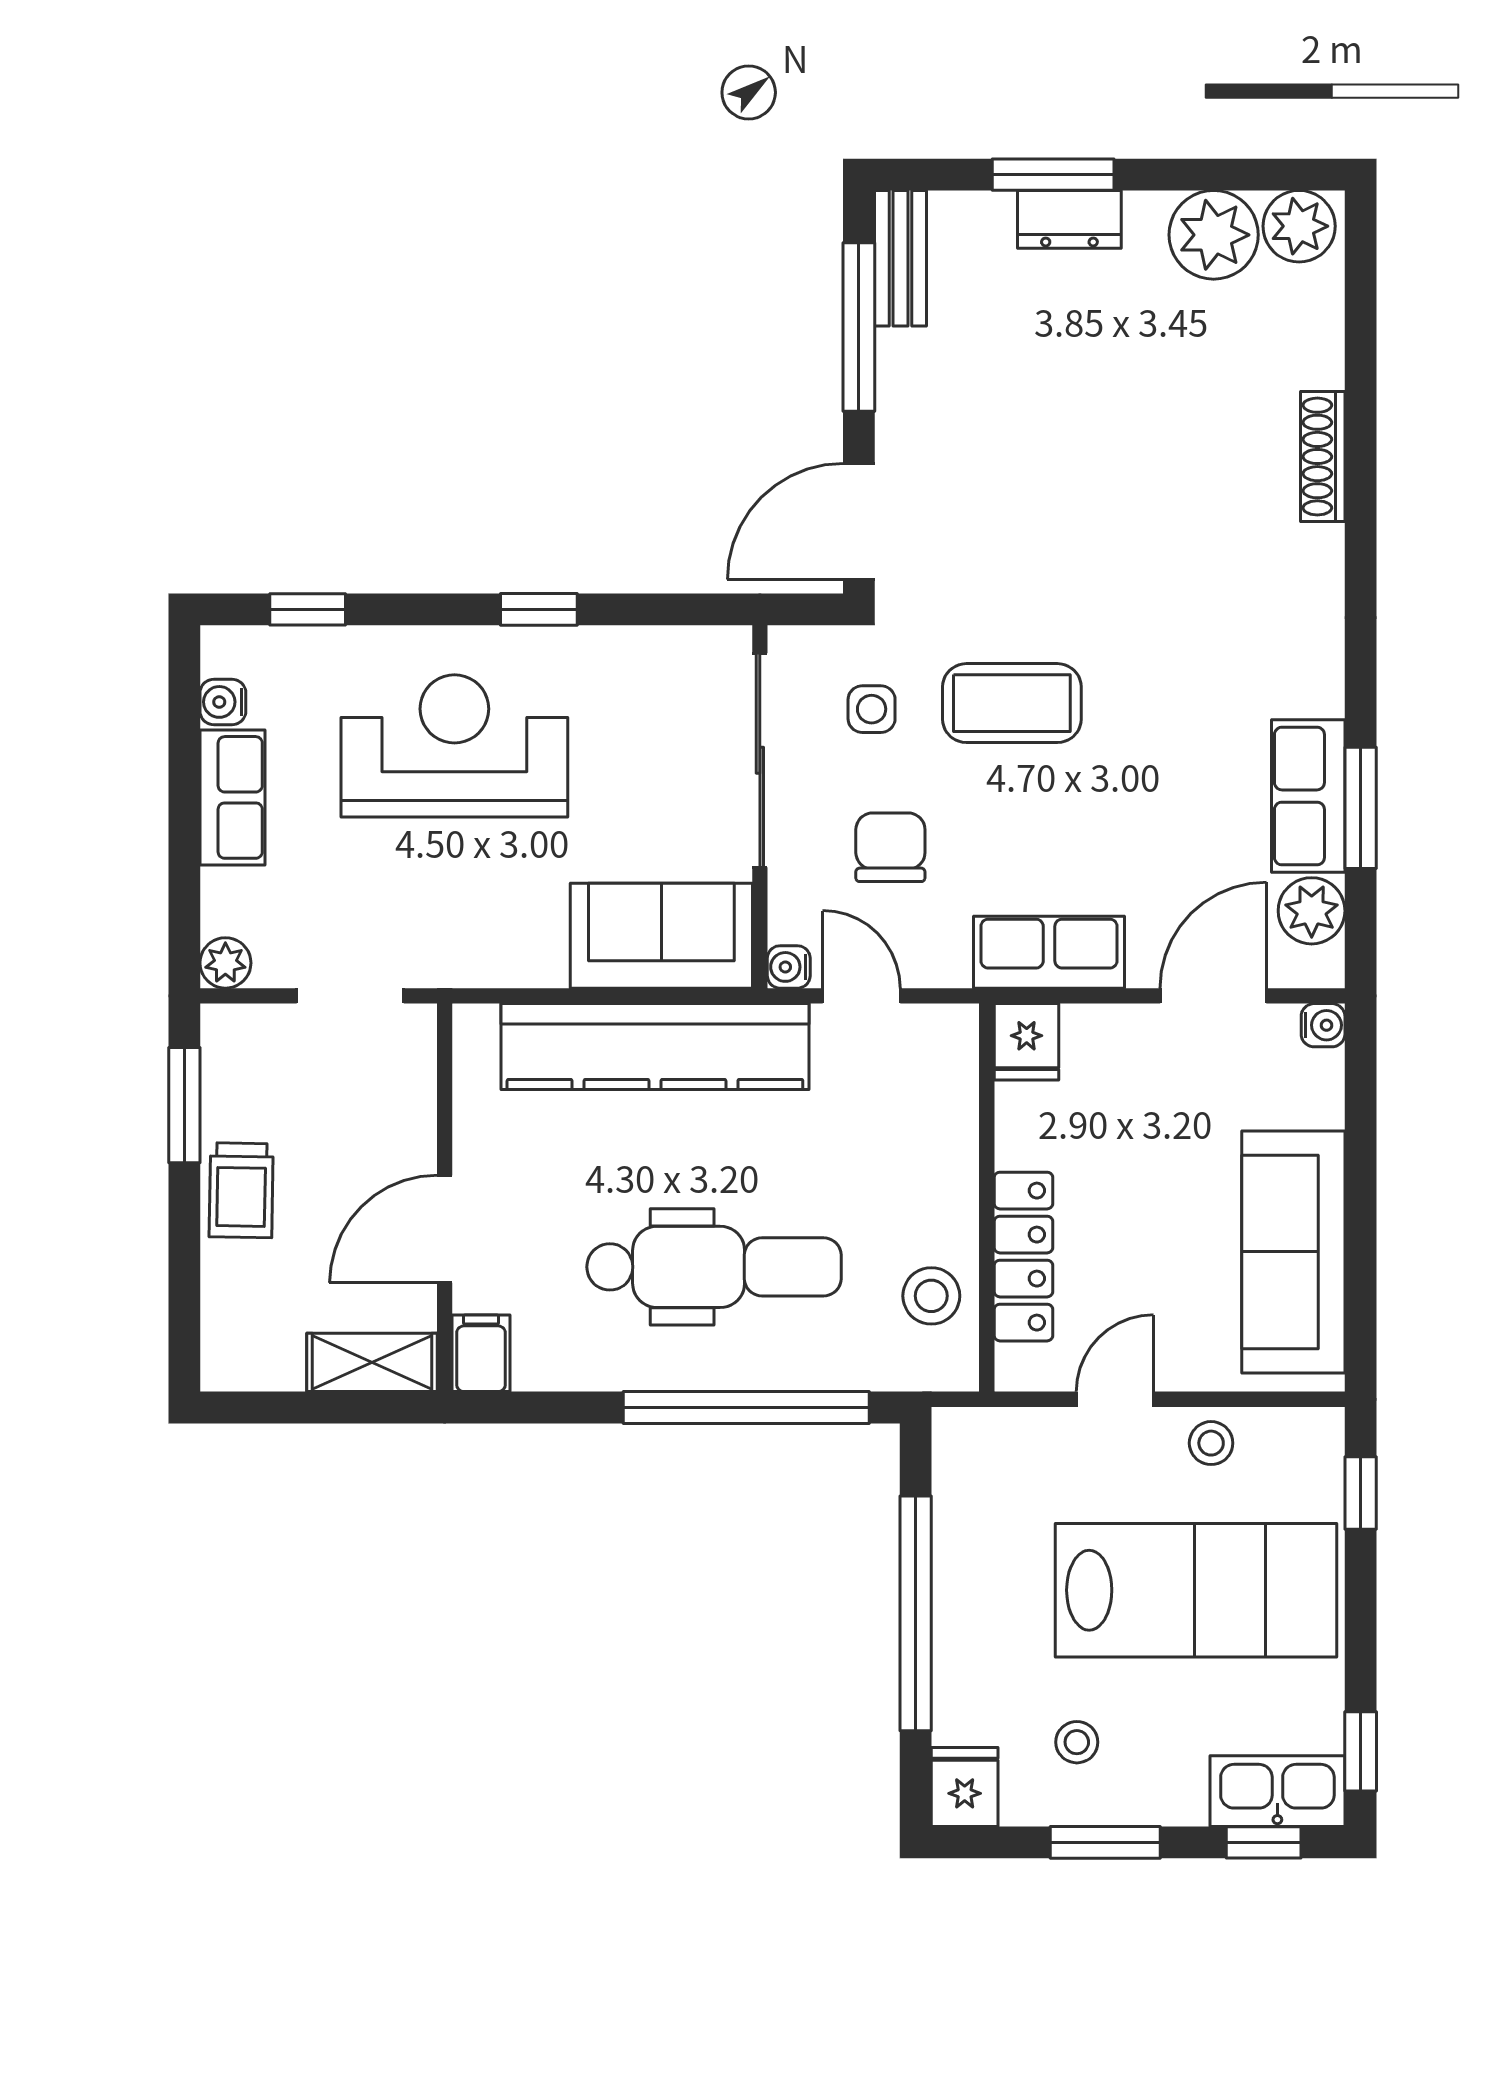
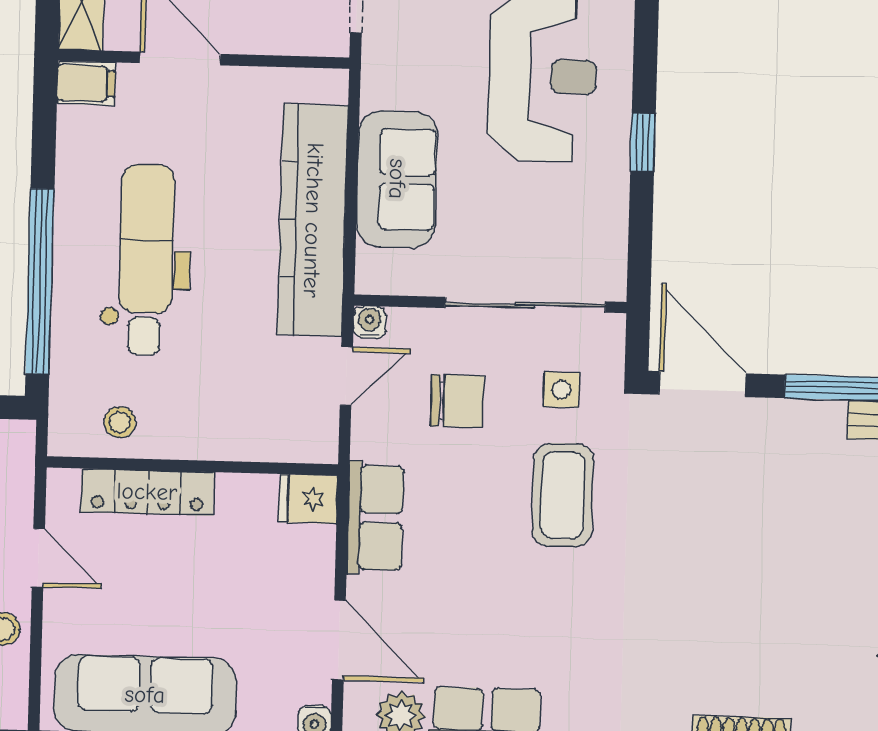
sofa: (661, 936) -> (397, 179), moved
dental chair: (714, 1267) -> (146, 260), turned 180
stool: (931, 1296) -> (120, 422), width x0.73, depth x0.73

